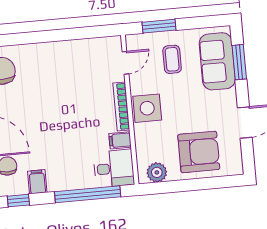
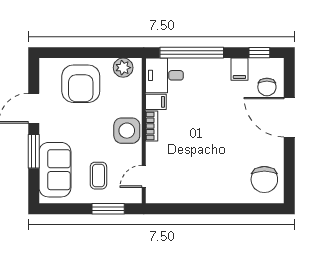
window: (239, 62) -> (34, 151), moved
bookcase: (121, 106) -> (152, 126), width x0.64
armchair: (199, 152) -> (81, 84), turned -90

